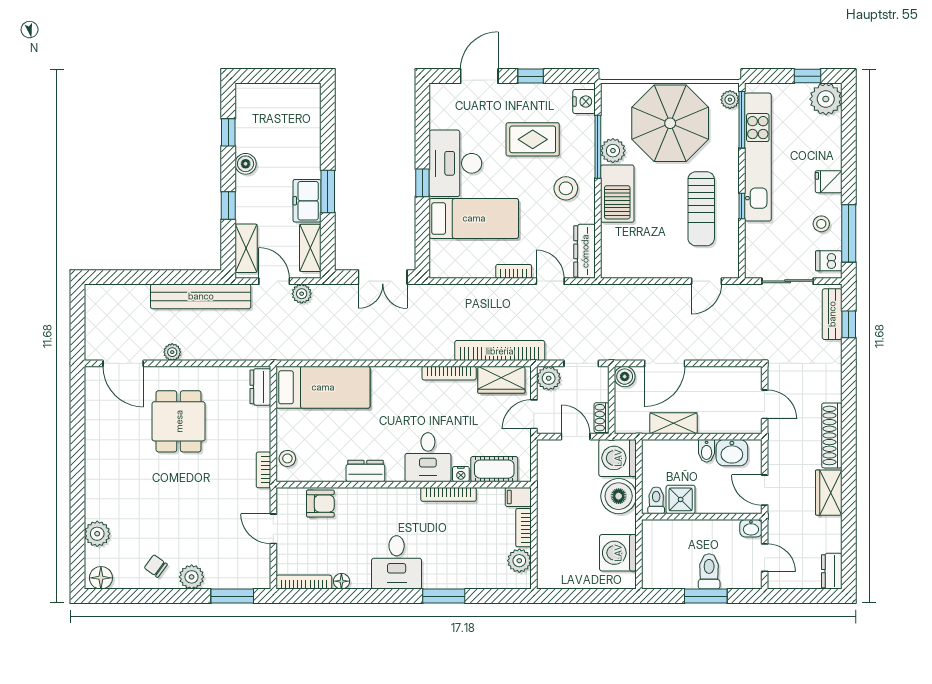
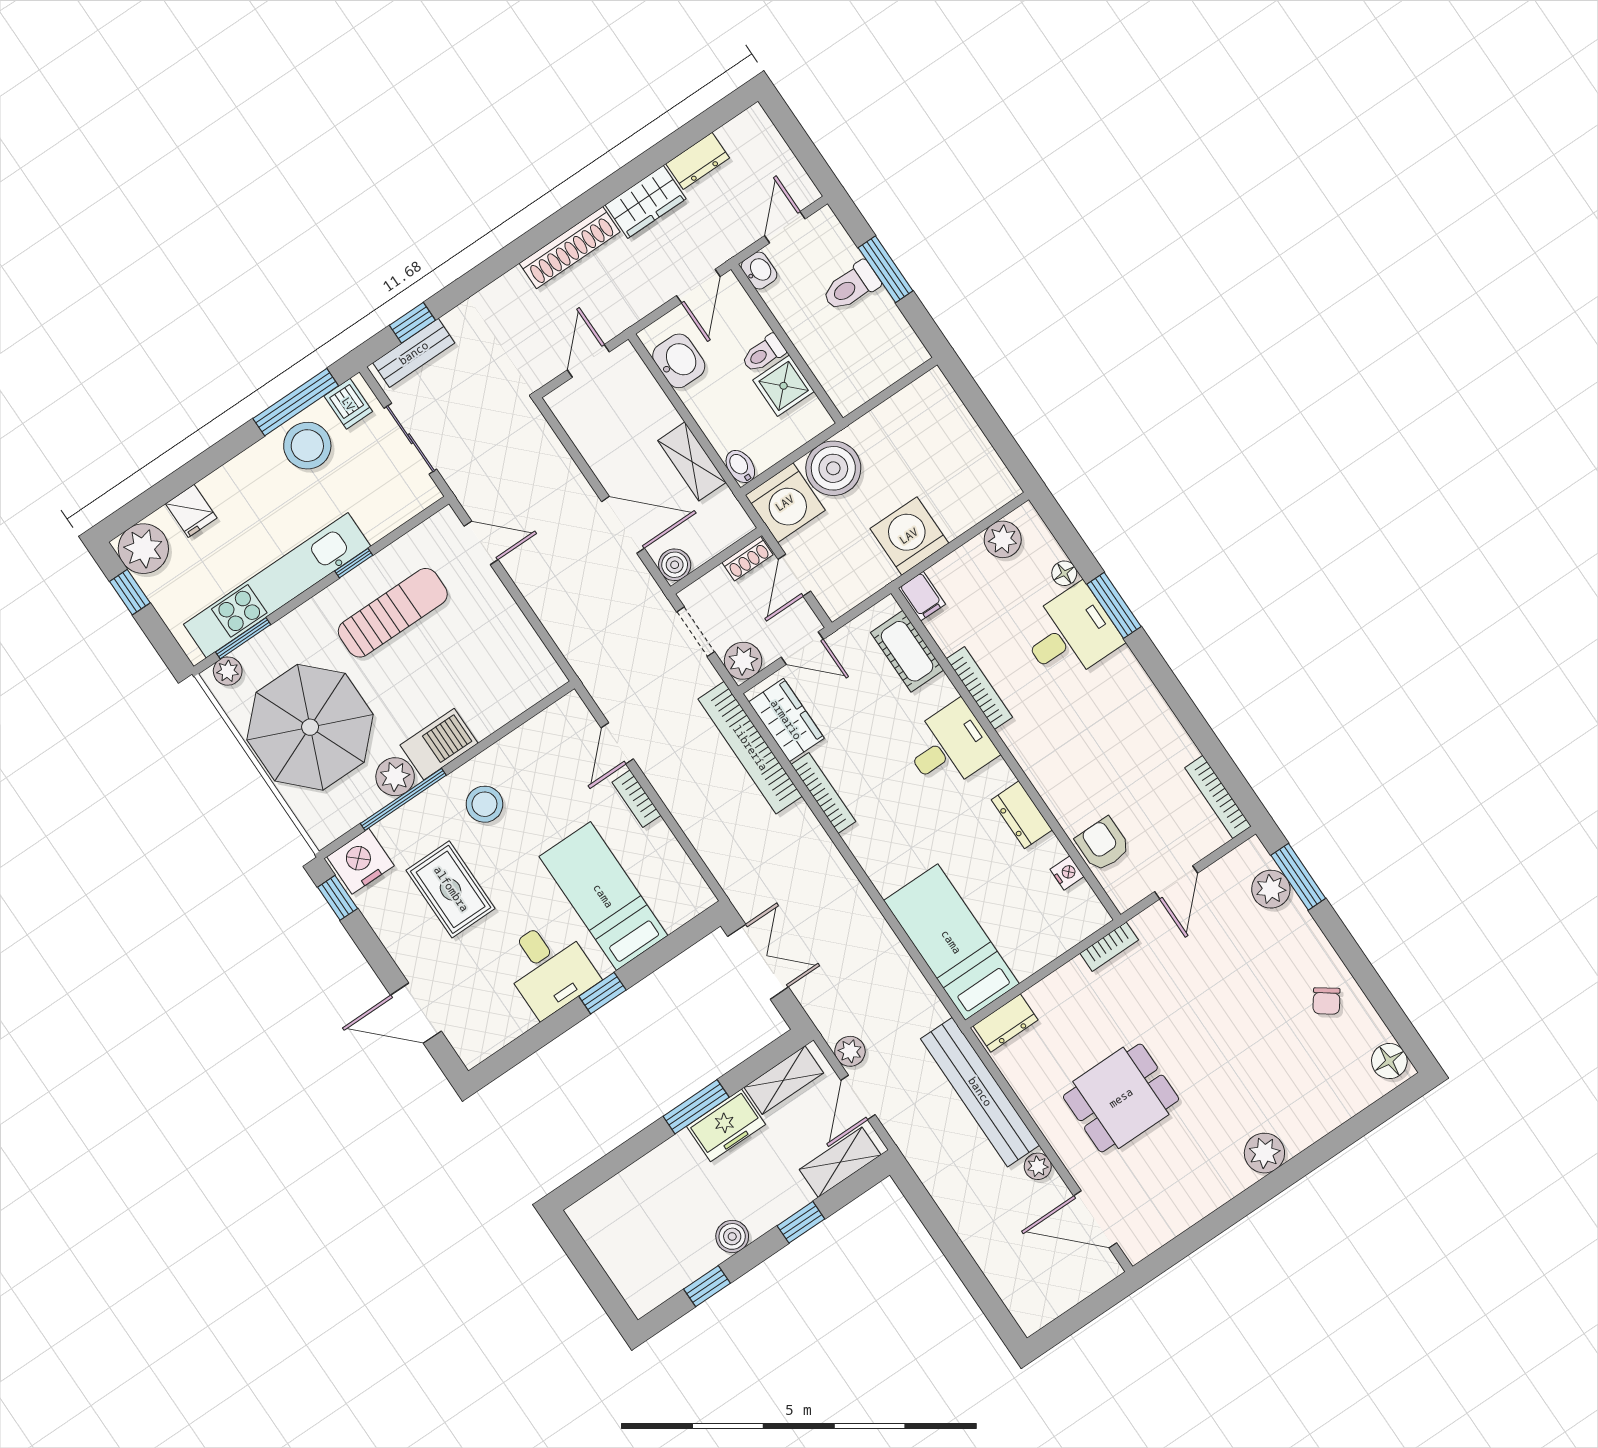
window: (531, 76) -> (338, 898), moved
nightstand: (584, 102) -> (360, 861), width x1.36, depth x1.33
window: (742, 120) -> (243, 638), width x0.69
desk: (455, 163) -> (549, 968), width x0.73
fridge: (829, 182) -> (191, 511), moved
barbecue: (617, 194) -> (439, 744), width x0.73, depth x0.83
stool: (821, 224) -> (307, 446), width x1.89, depth x1.89
dresser: (585, 251) -> (549, 725), removed
bench: (201, 296) -> (980, 1092), moved
door: (123, 363) -> (1095, 1219), swing flipped
bidet: (707, 451) -> (740, 467), moved, turned -90
stool: (287, 458) -> (1074, 926), removed
nightstand: (461, 474) -> (1067, 873), moved
toilet: (656, 500) -> (763, 354), moved
bookcase: (523, 528) -> (957, 563), removed
plant: (97, 534) -> (1264, 1153), moved
washing machine: (618, 553) -> (909, 536), moved, turned 180
desk: (397, 562) -> (1070, 634), moved
dresser: (832, 571) -> (698, 161), moved
plant: (192, 577) -> (1271, 889), moved
floor lamp: (341, 581) -> (1064, 573), moved

